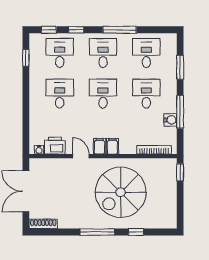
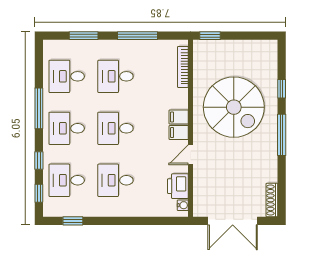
water cooler: (170, 120) -> (147, 47), removed

